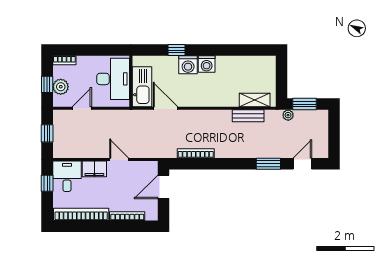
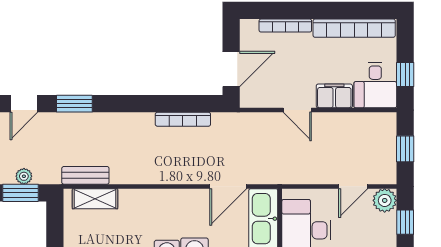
plant: (61, 87) -> (385, 200), moved
door: (165, 108) -> (228, 186), hinge flipped
plant: (288, 115) -> (24, 176), moved
bench: (248, 116) -> (85, 175), moved

